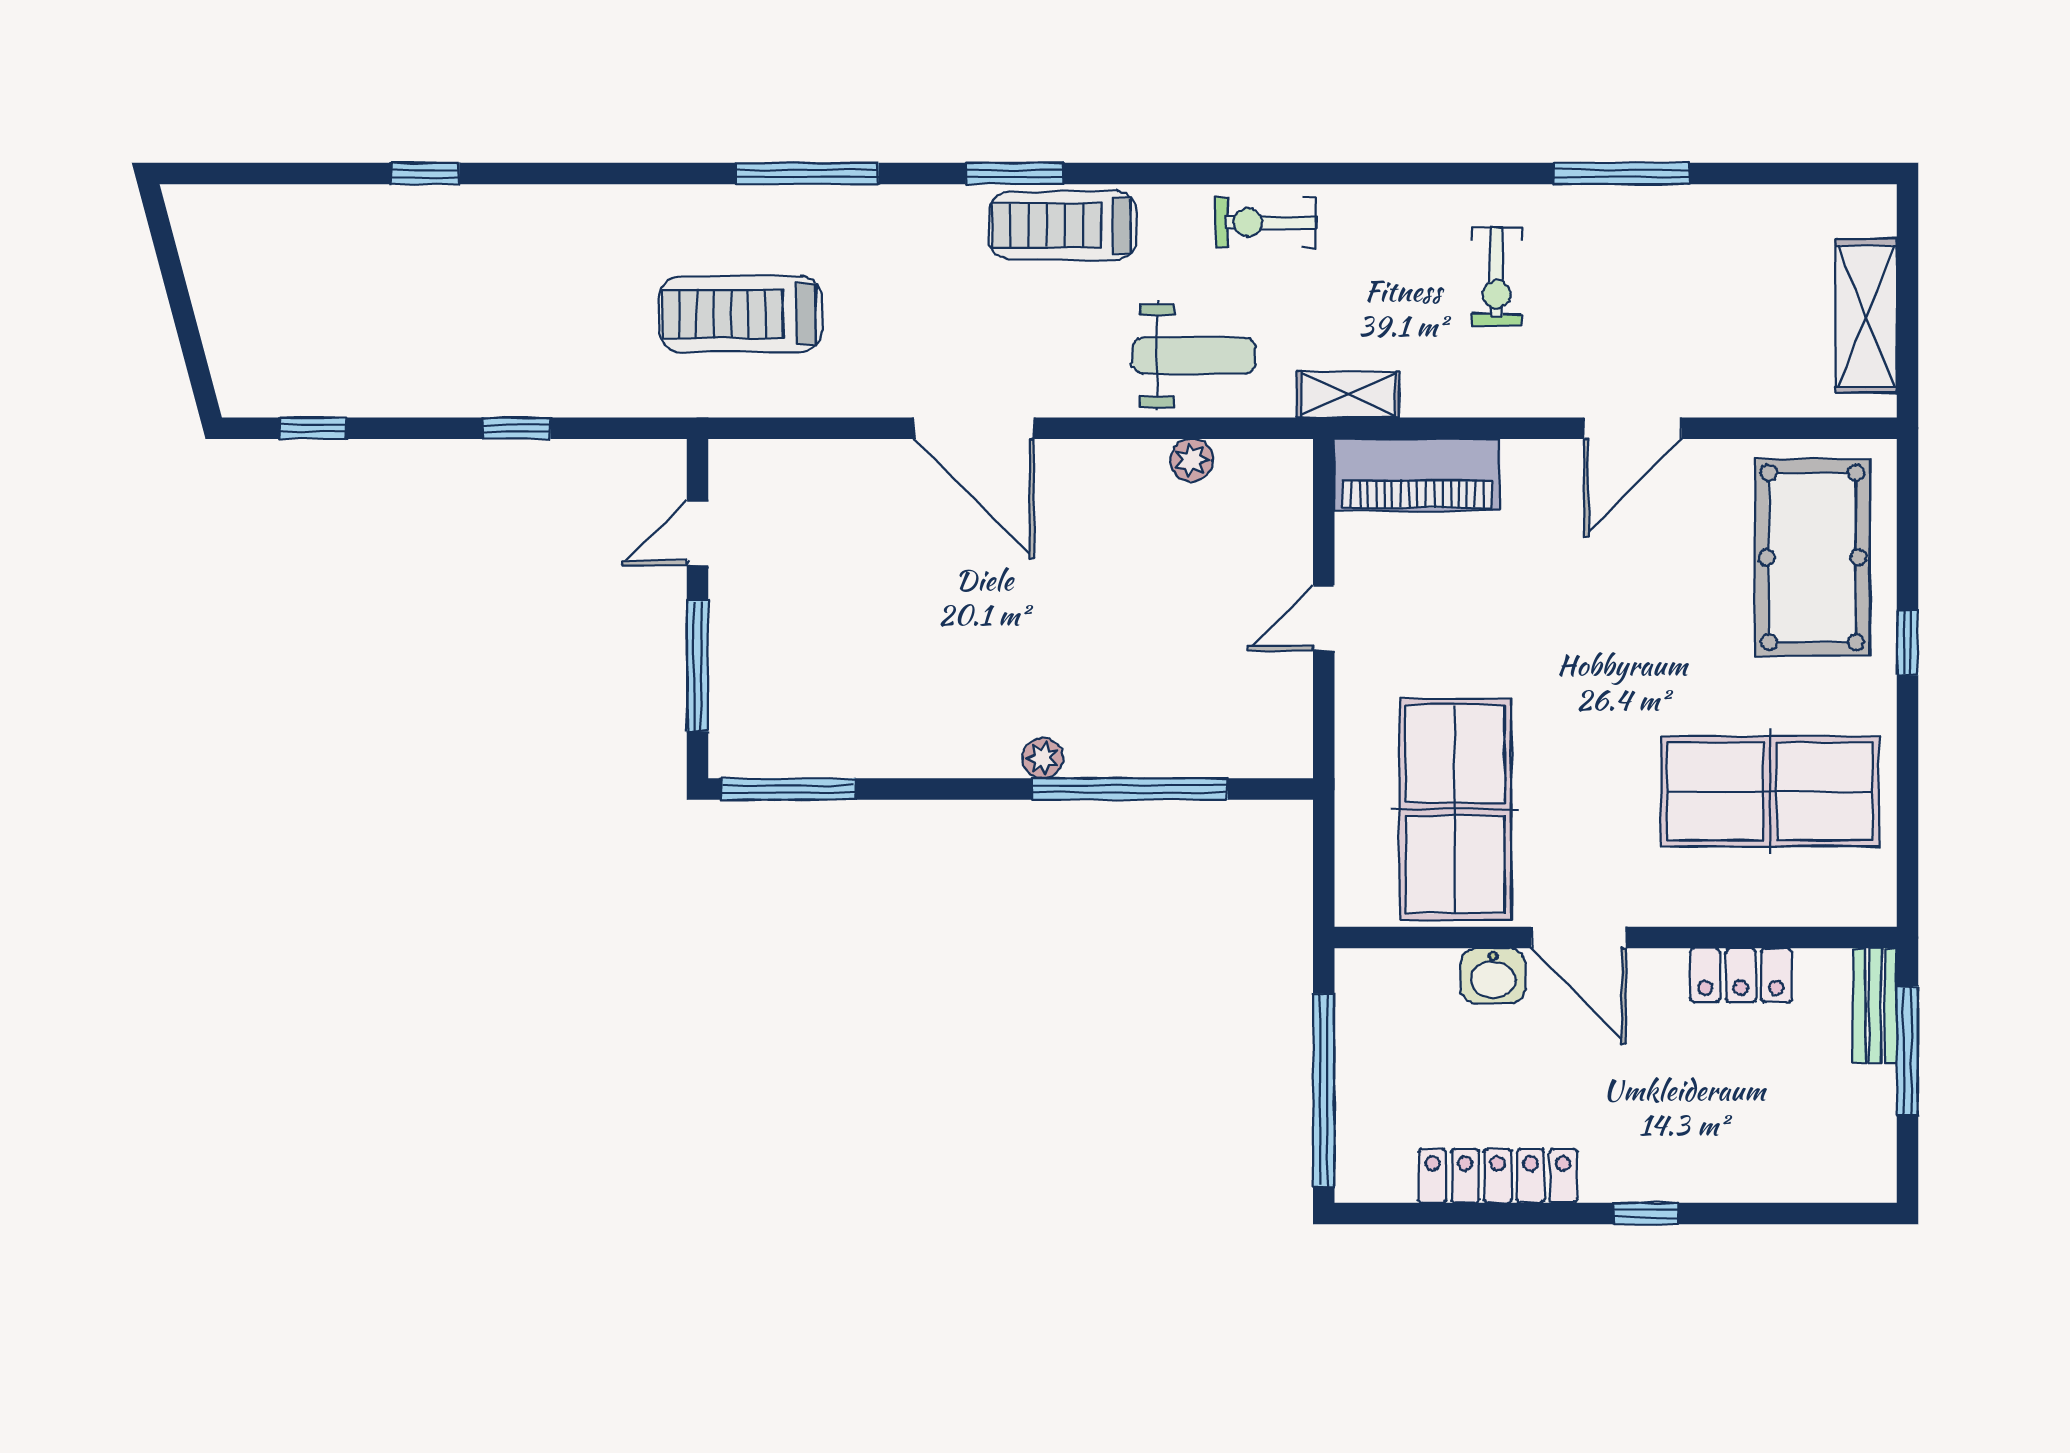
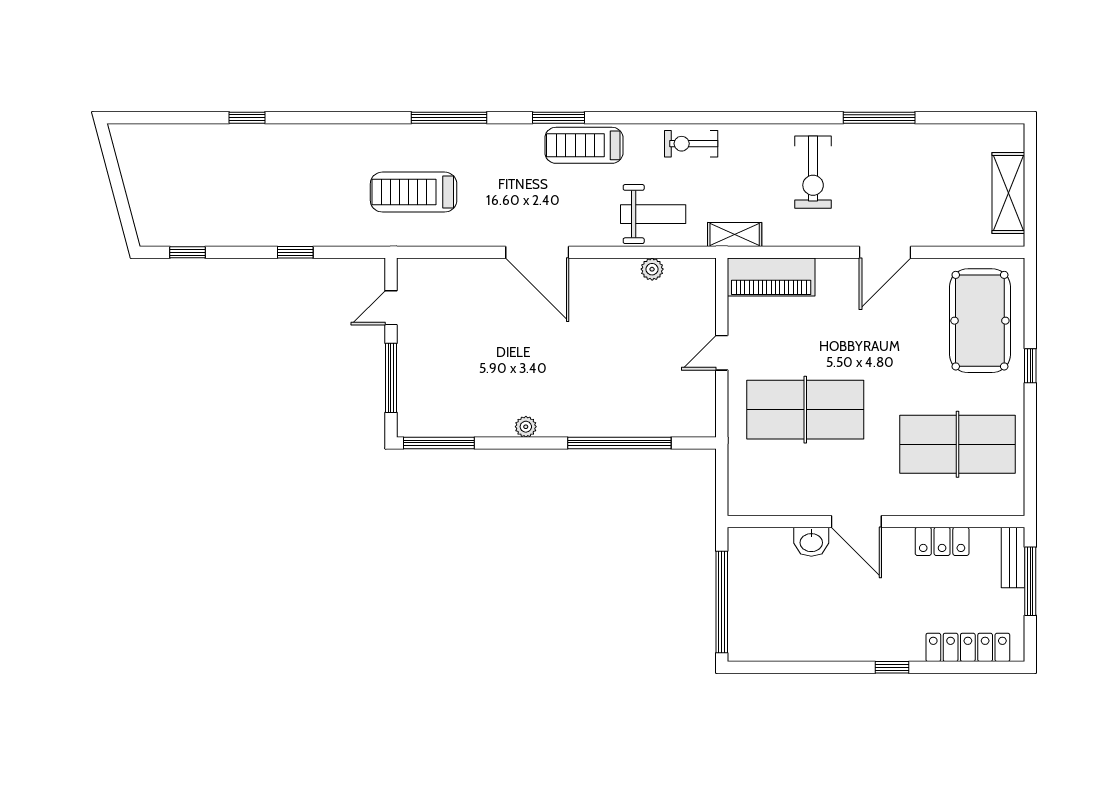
exercise bike: (1497, 276) -> (813, 172), width x1.38, depth x1.39
plant: (1043, 758) -> (526, 427), moved
table tennis table: (1455, 809) -> (805, 410), moved, turned 90
locker: (1498, 1176) -> (968, 647), moved

